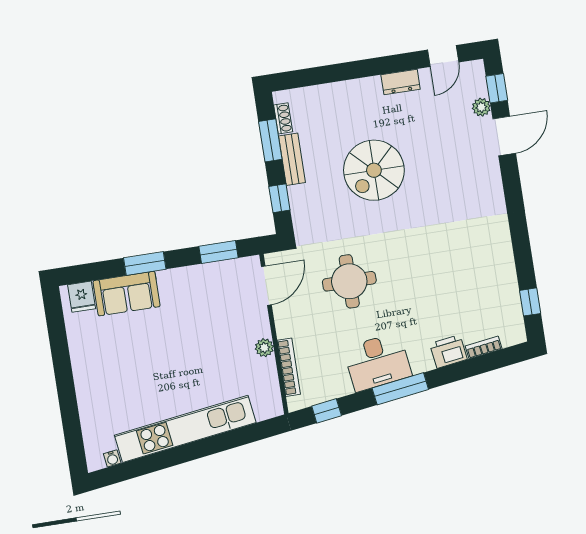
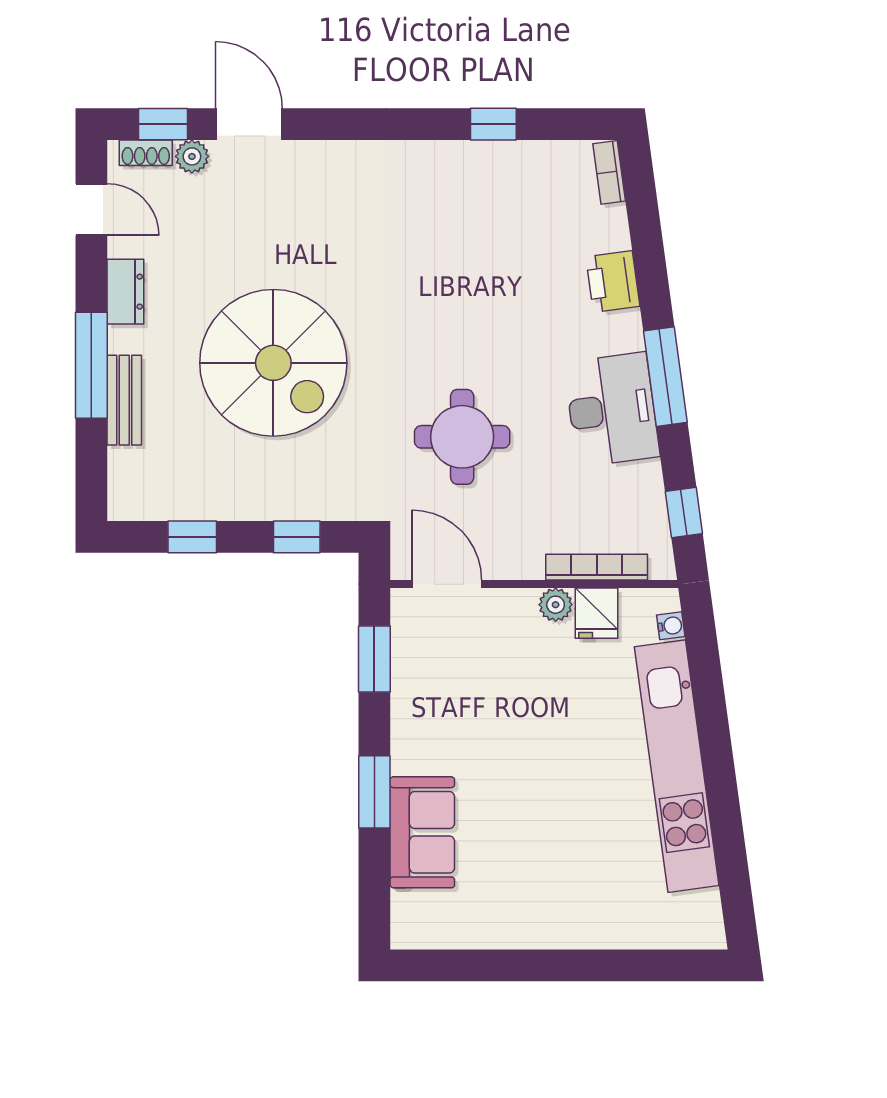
window: (357, 70) -> (91, 365), added
shoe rack: (283, 118) -> (146, 153), moved, turned 180
window: (270, 140) -> (192, 537), width x0.67
bench: (292, 159) -> (124, 400), moved, turned 90
spiral stairs: (374, 170) -> (273, 363), width x1.37, depth x1.37
fridge: (82, 297) -> (597, 613), moved, turned 90
window: (530, 302) -> (493, 124), moved
bookcase: (484, 347) -> (609, 172), moved
water cooler: (112, 458) -> (671, 626), moved

